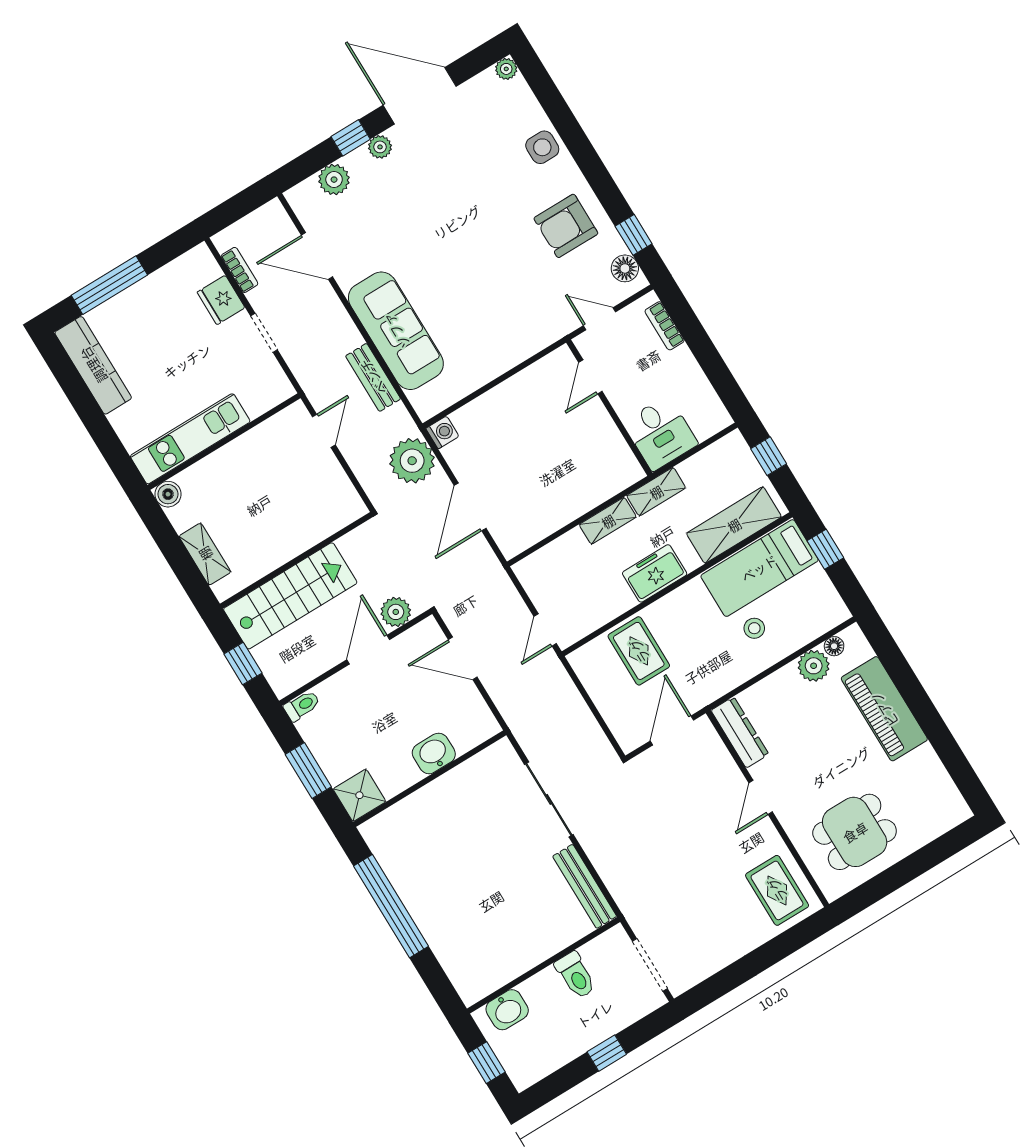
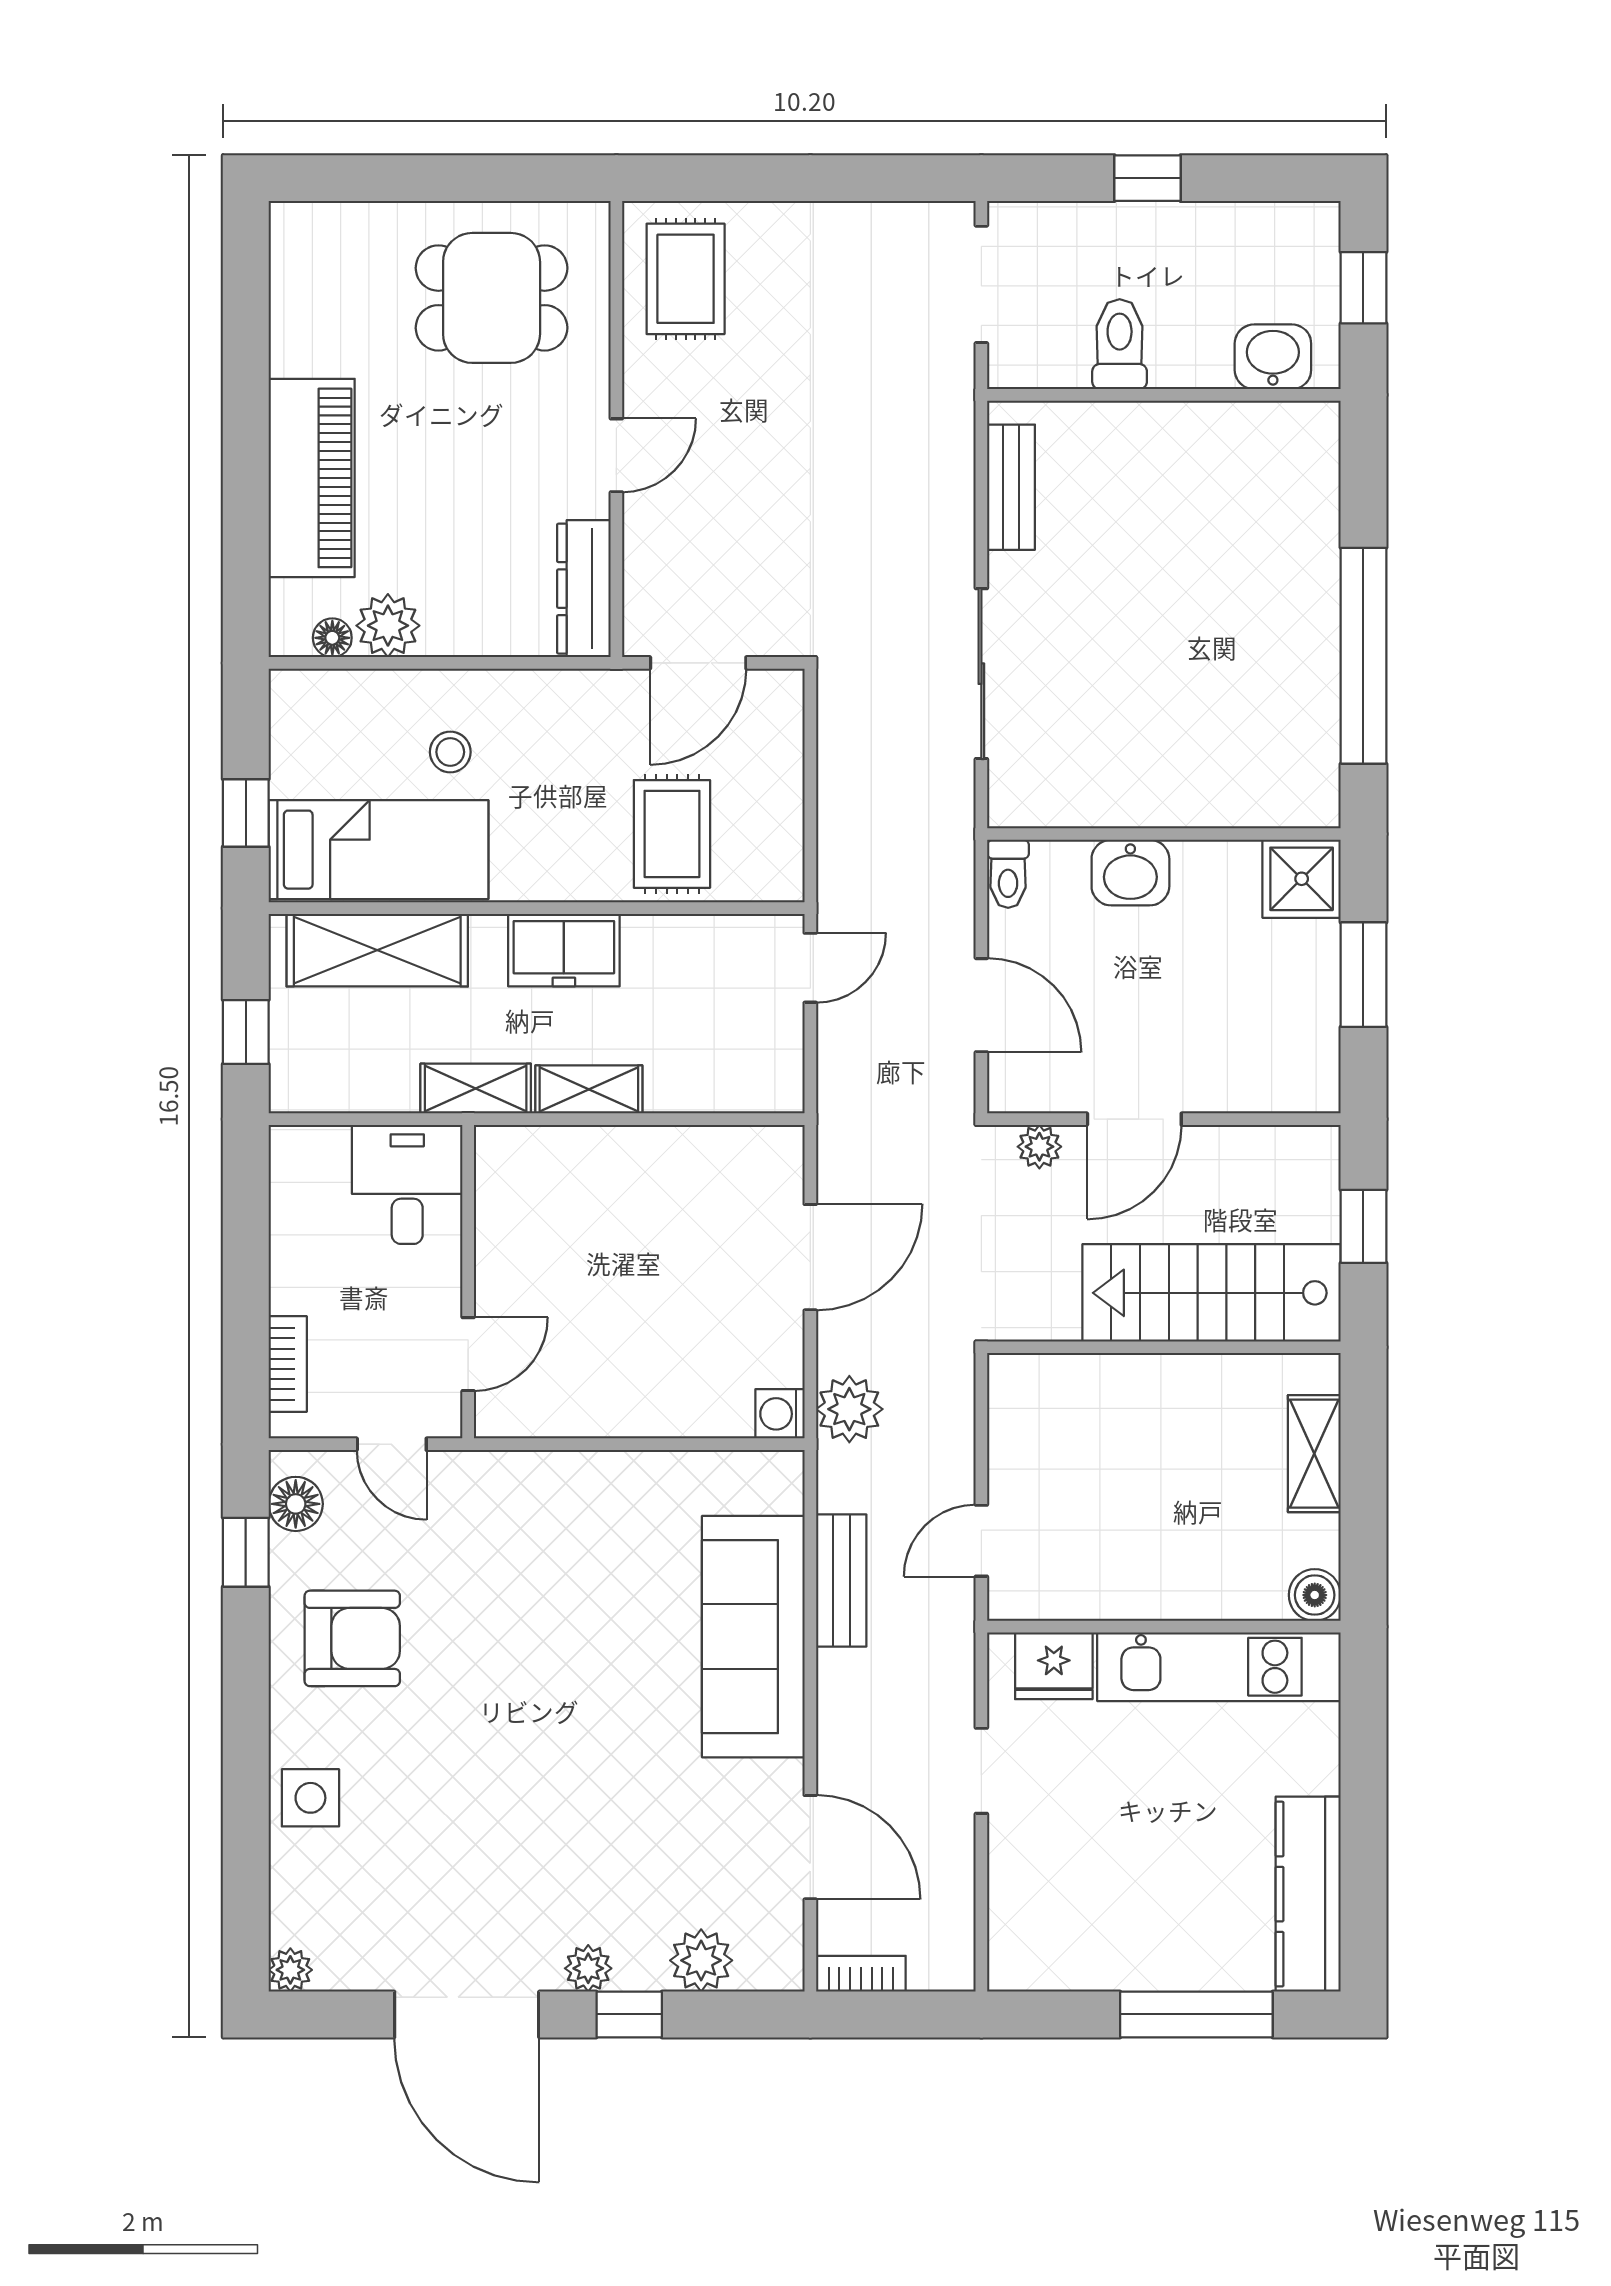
bookcase: (239, 270) -> (861, 1974), moved, turned 90
fridge: (221, 300) -> (1054, 1666), moved, turned 90
plant: (412, 461) -> (849, 1409), width x0.73, depth x0.73
plant: (396, 612) -> (1039, 1147), width x0.73, depth x0.73
toilet: (302, 706) -> (1008, 874), moved, turned -90
bench: (585, 886) -> (1011, 487), width x0.73

